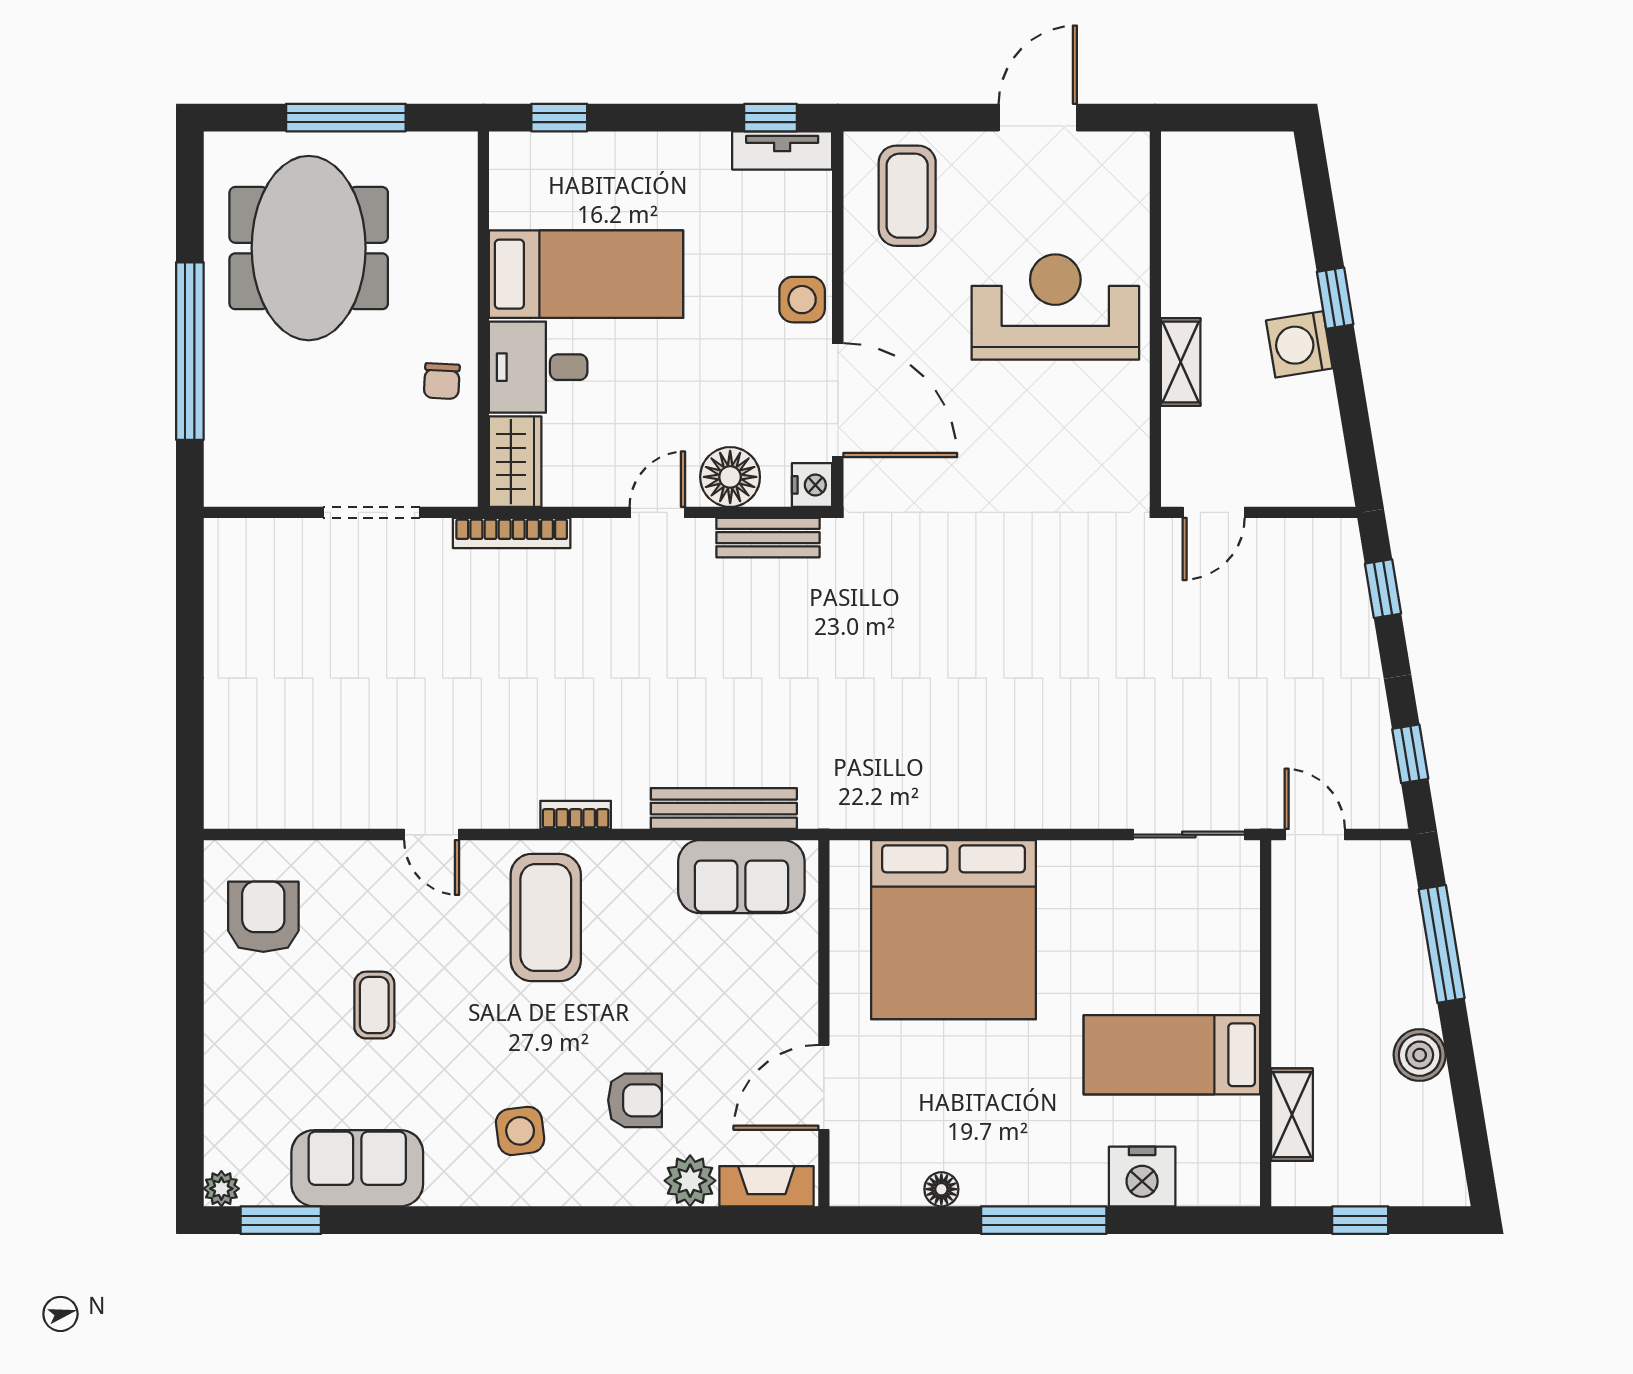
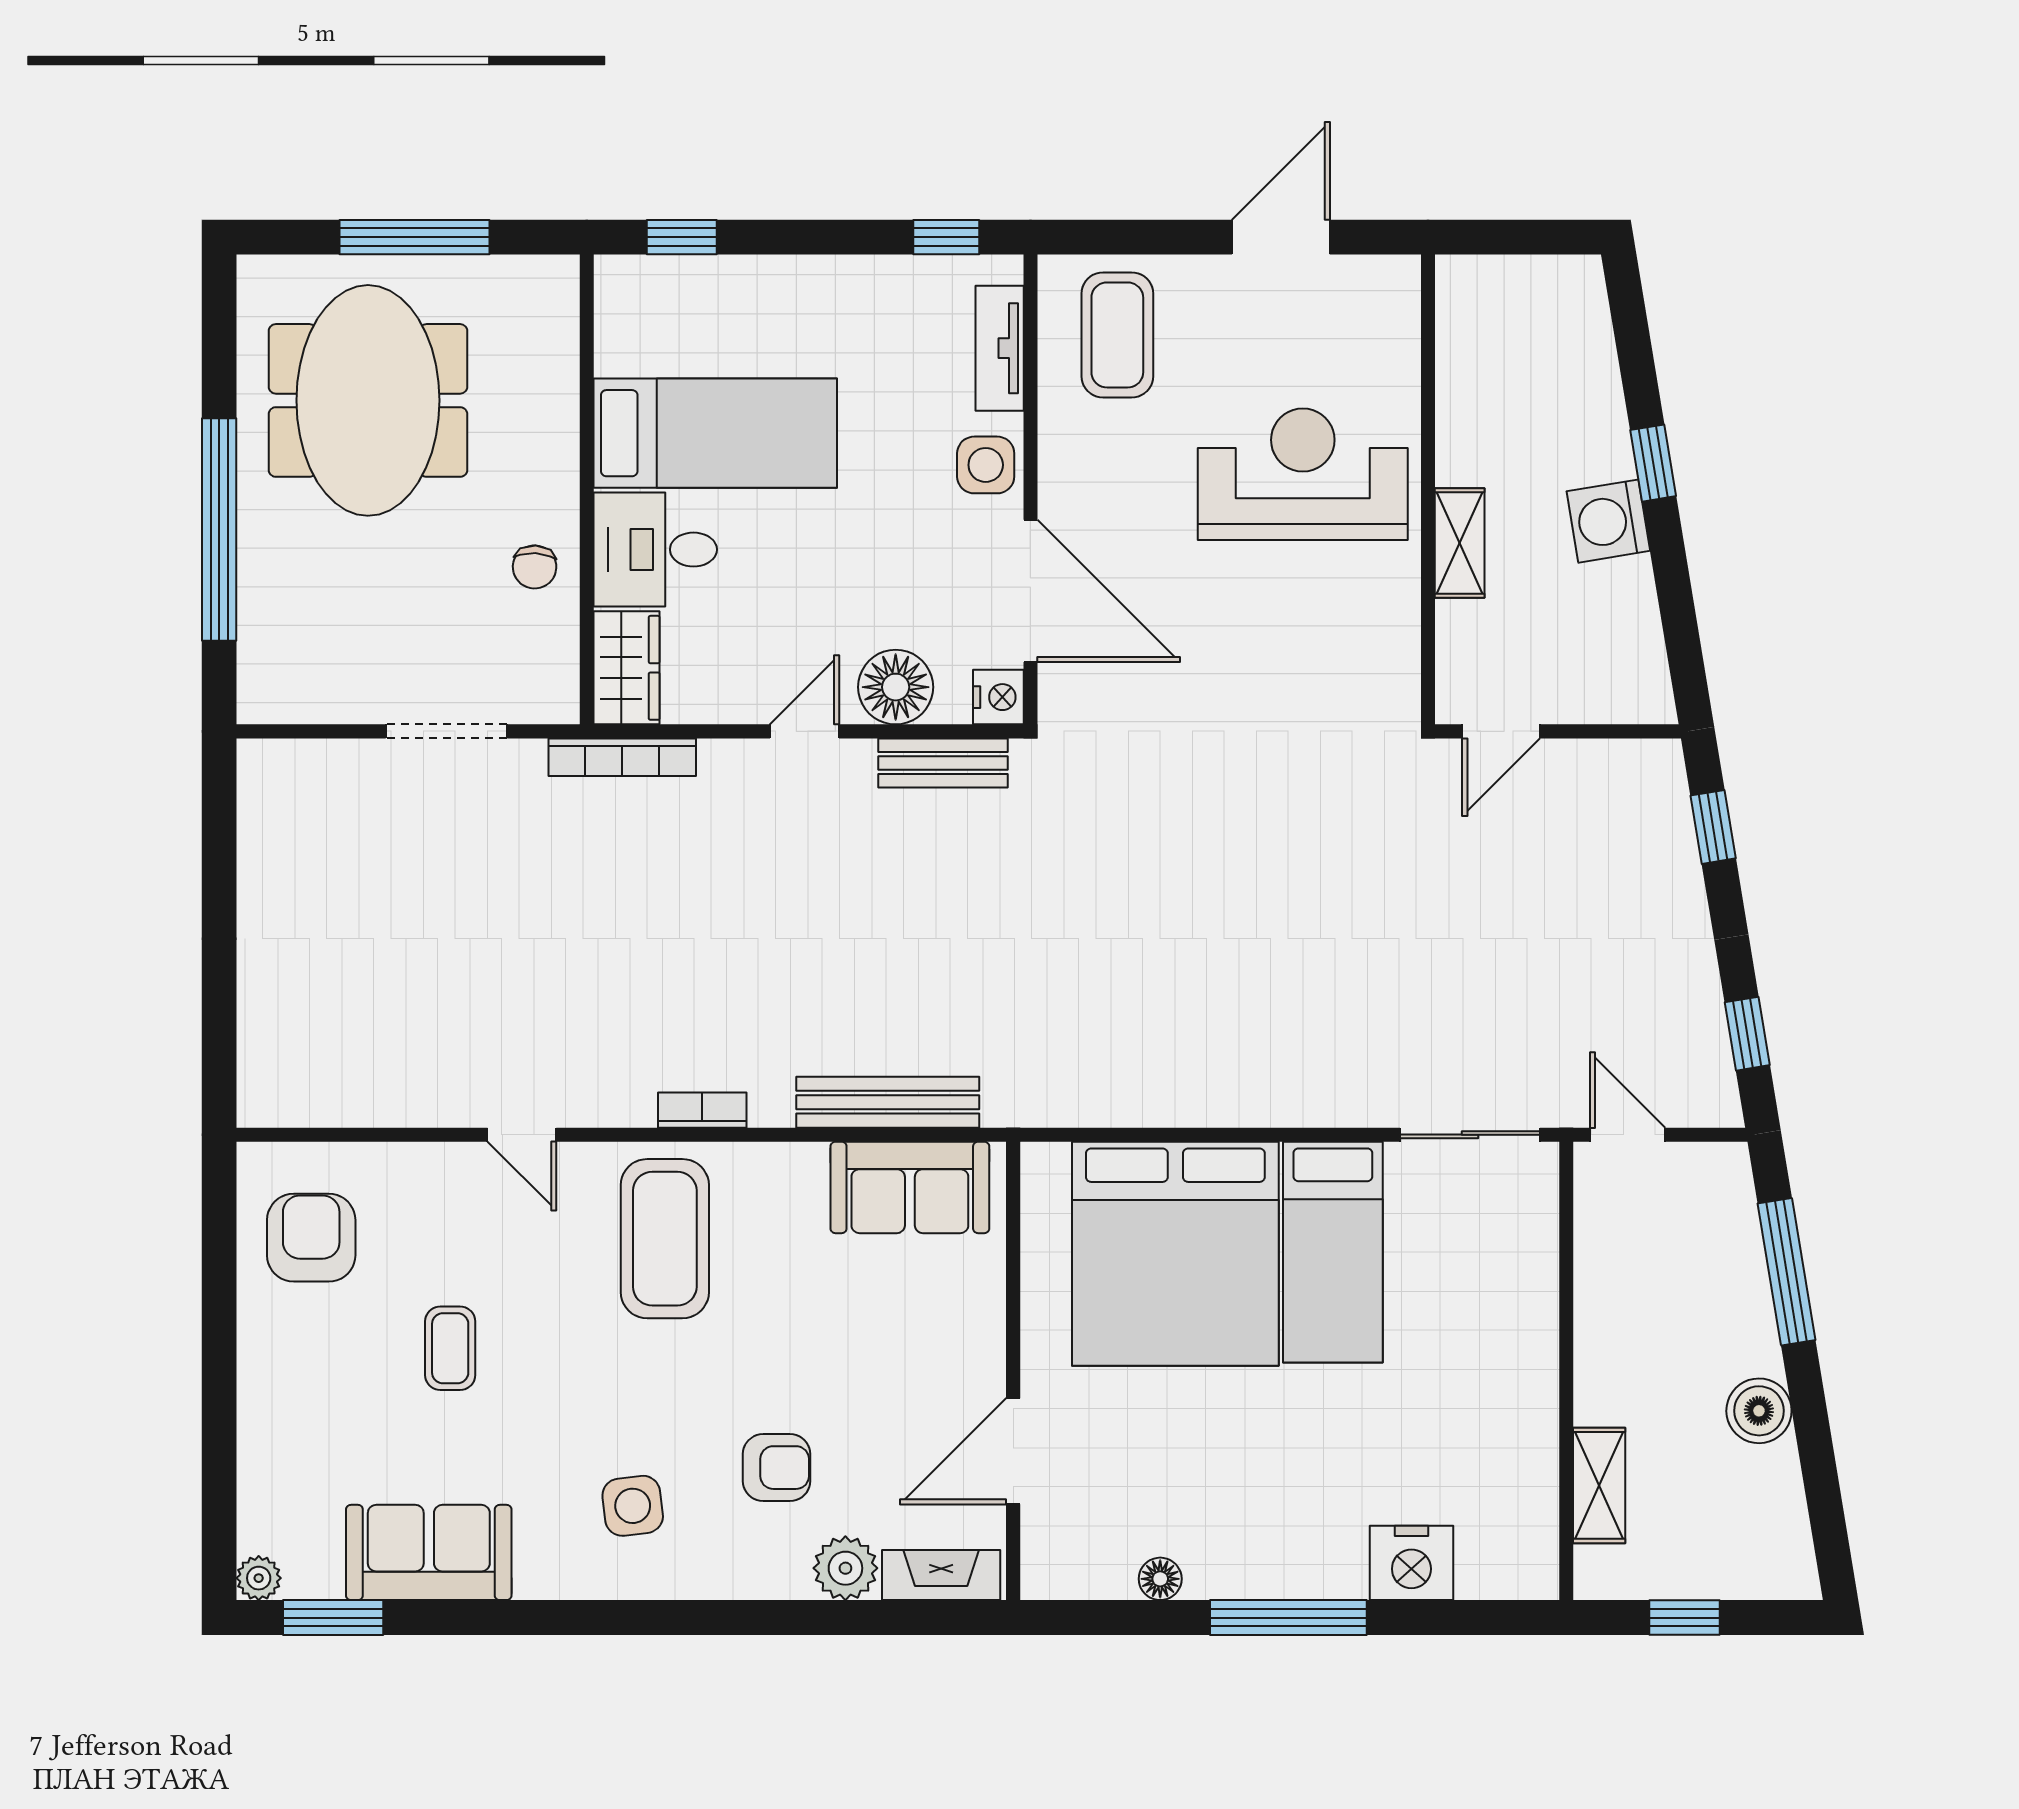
tv unit: (782, 150) -> (1000, 348), moved, turned 90
bed: (1172, 1055) -> (1333, 1252), moved, turned -90

